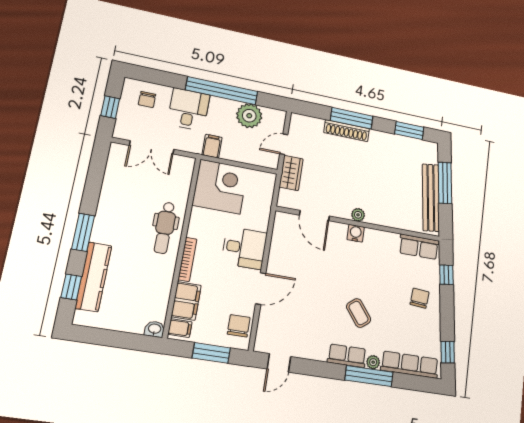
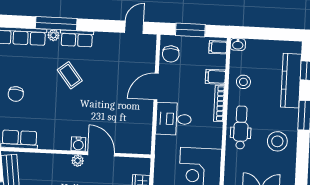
stool: (122, 205) -> (277, 141), added
door: (314, 216) -> (101, 154), moved
stool: (154, 282) -> (243, 82), added
filing cabinet: (186, 301) -> (215, 77), width x0.50

